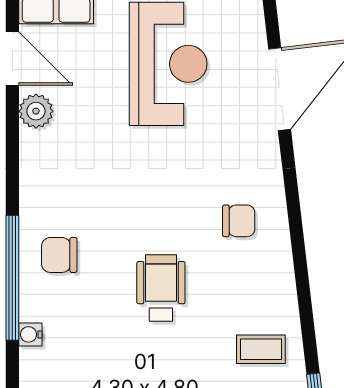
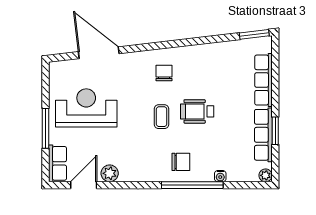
chair: (59, 255) -> (181, 162), turned -90
coffee table: (261, 349) -> (162, 117), moved

